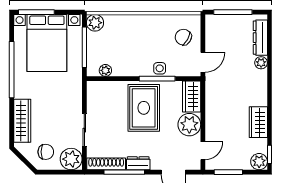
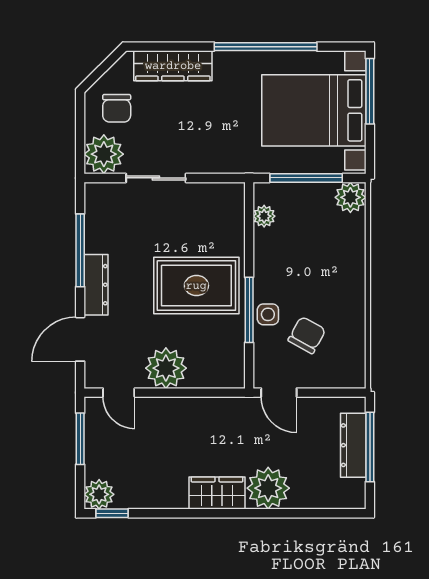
chair: (183, 37) -> (307, 335), moved
dresser: (260, 38) -> (353, 445), moved, turned -90
plant: (261, 63) -> (268, 488), width x1.88, depth x1.88
wardrobe: (192, 97) -> (217, 372), removed
wardrobe: (258, 122) -> (217, 493), moved
dresser: (138, 163) -> (96, 285), width x1.44
shoe rack: (106, 164) -> (95, 217), removed

